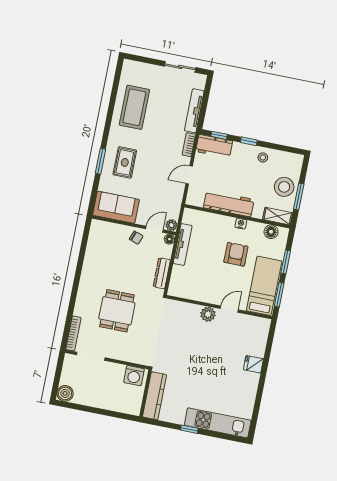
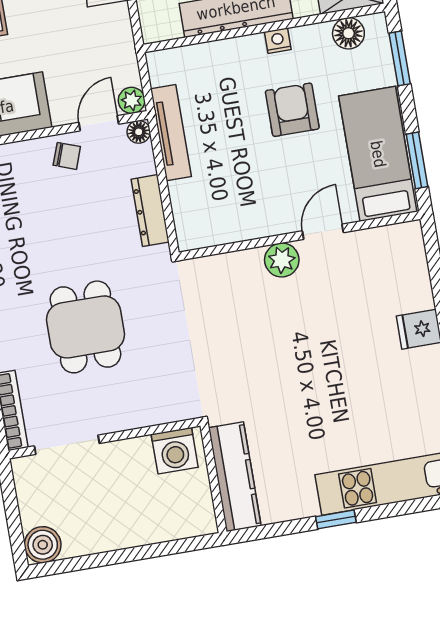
window: (286, 262) -> (400, 58), moved

